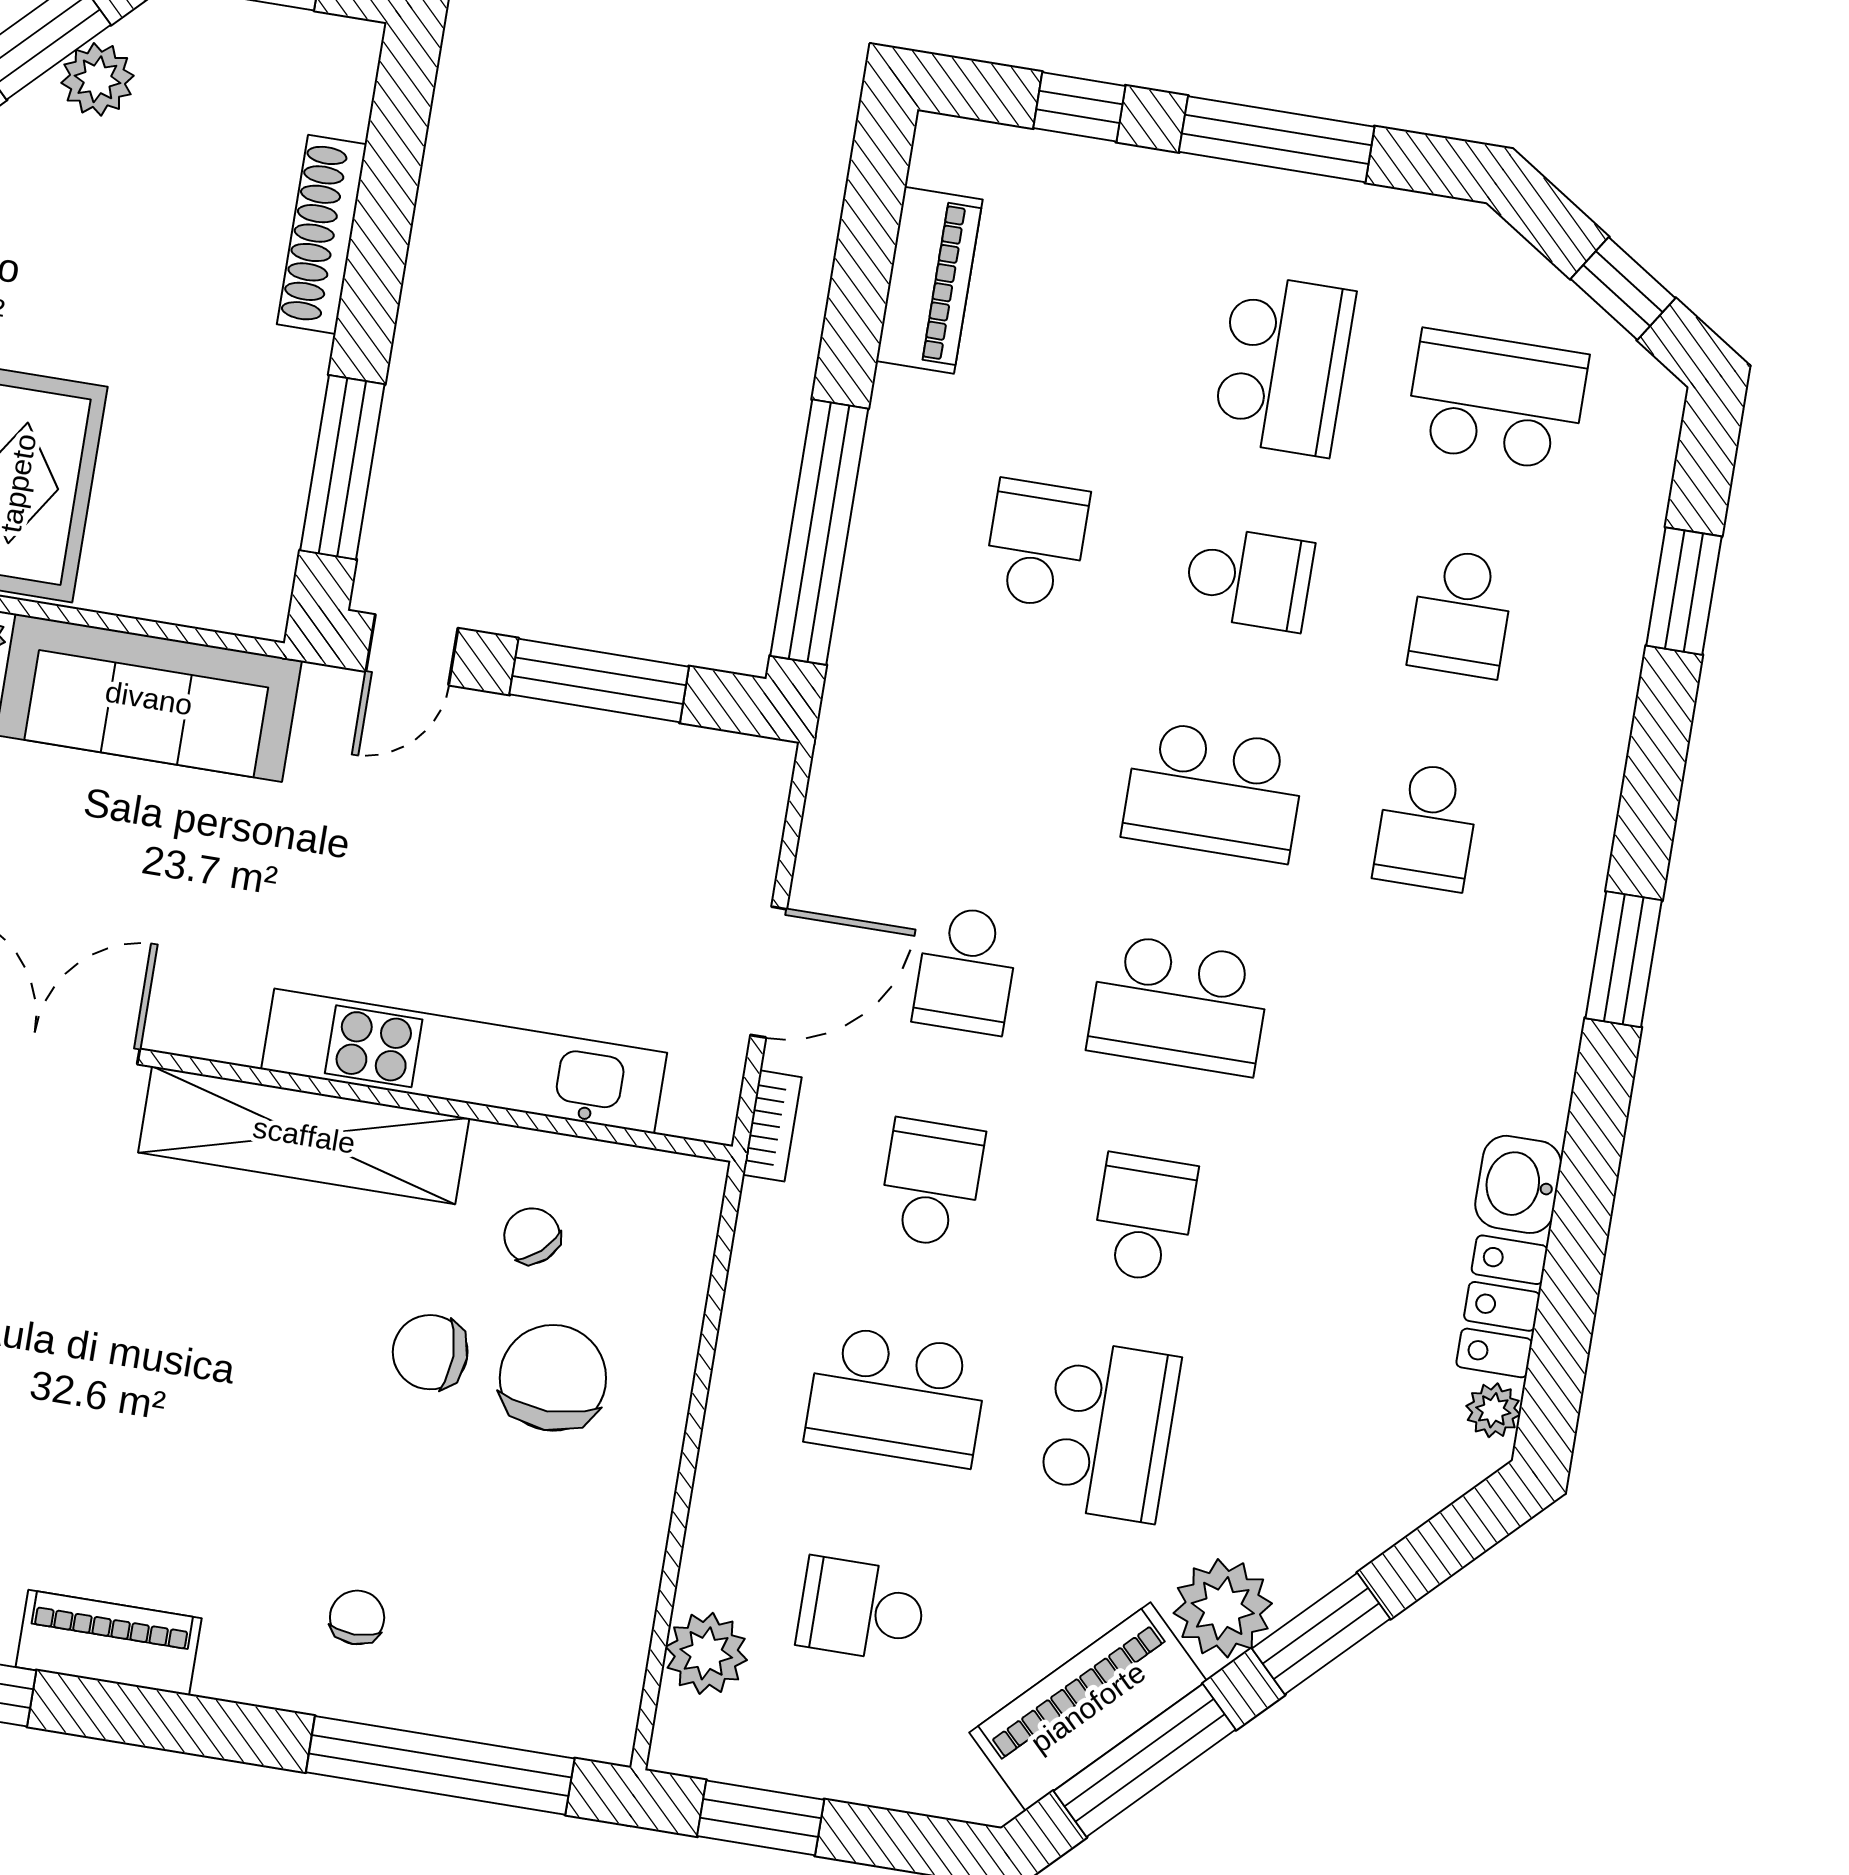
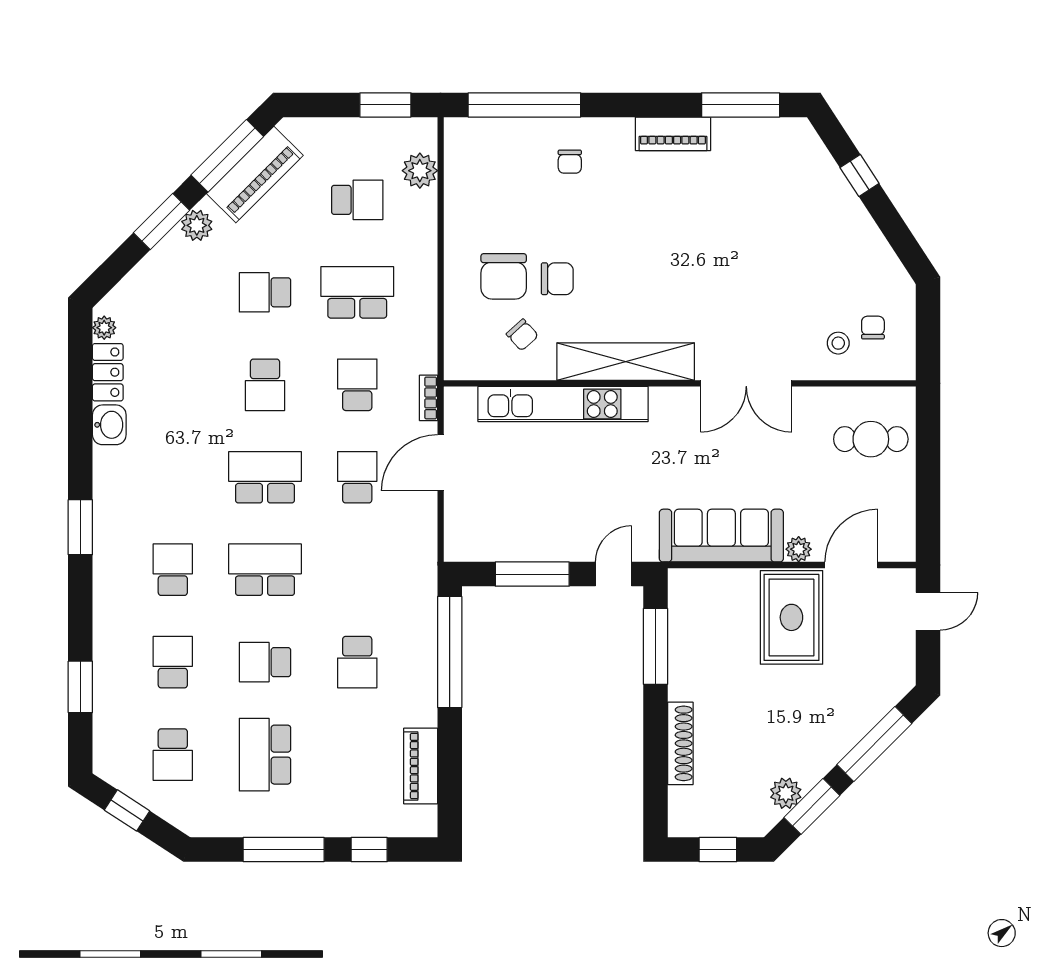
school desk: (1496, 400) -> (173, 755), width x0.54
school desk: (931, 1183) -> (357, 385), turned 180
school desk: (1109, 1431) -> (265, 292), width x0.54
plant: (1223, 1608) -> (197, 225), width x0.73, depth x0.73

